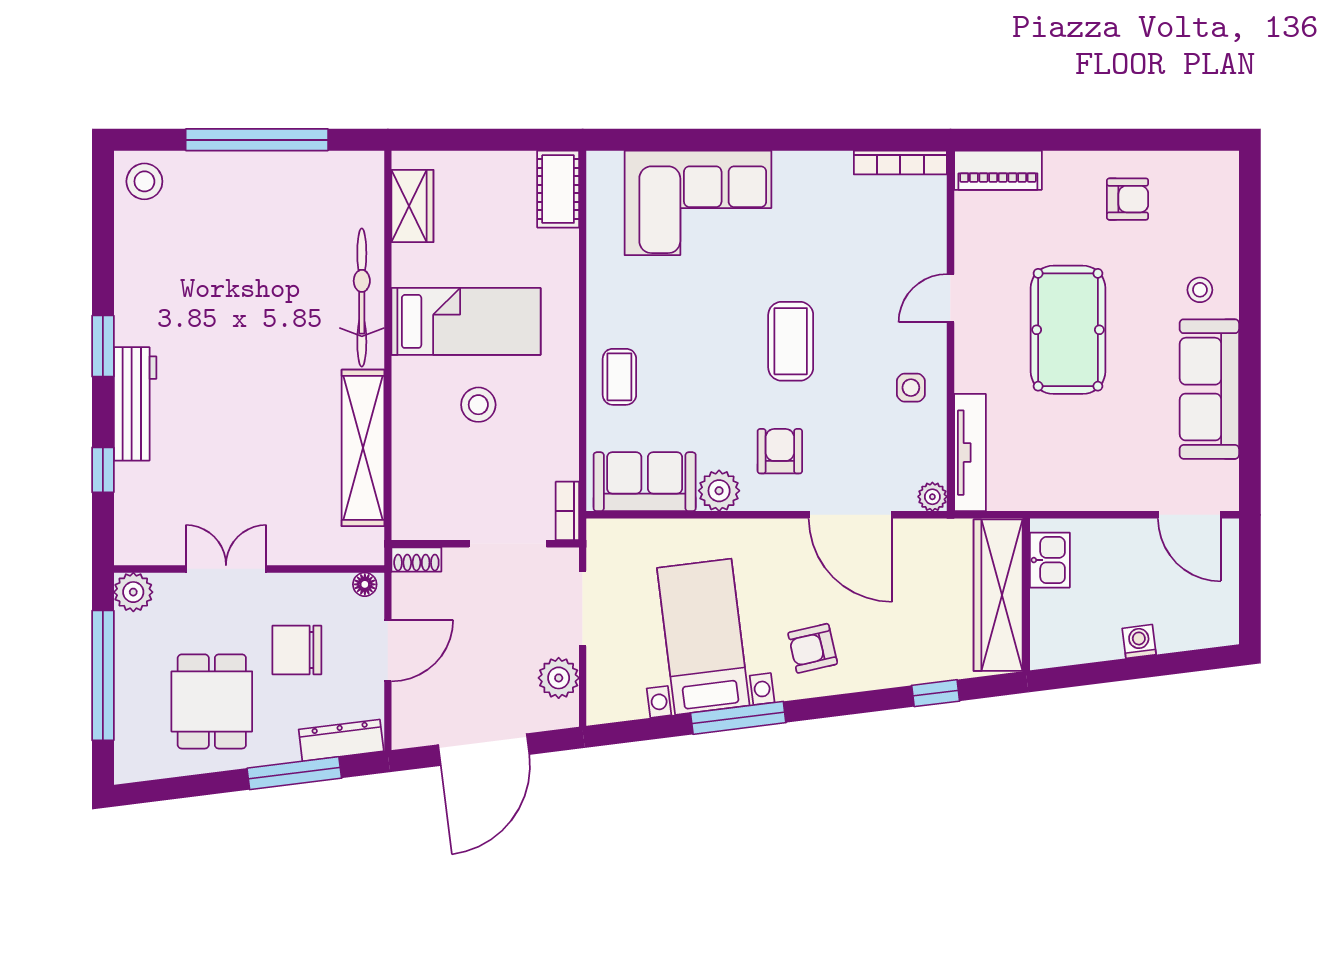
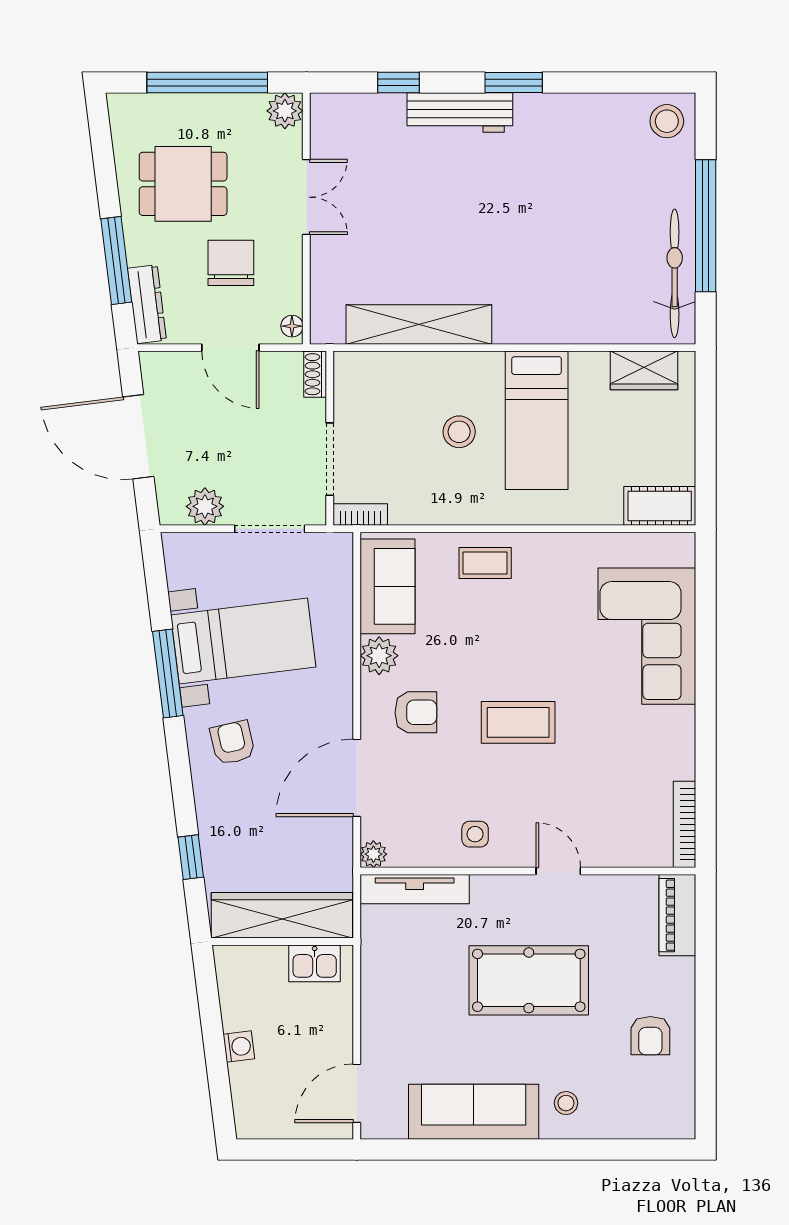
bicycle: (362, 298) -> (675, 273), moved, turned -90

